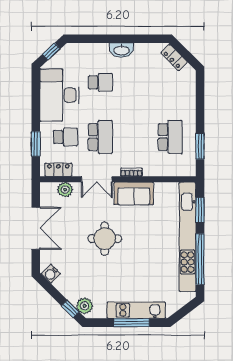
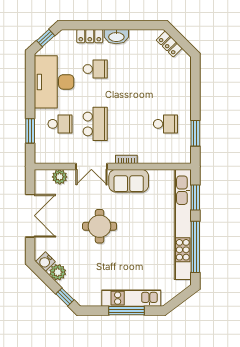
school desk: (170, 137) -> (165, 124), width x0.54
locker: (58, 170) -> (90, 36), moved, turned 180
plant: (85, 306) -> (58, 272), moved

